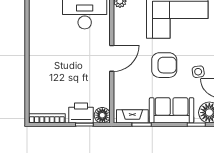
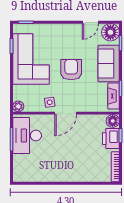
door: (112, 58) -> (66, 113), swing flipped
side table: (198, 72) -> (50, 102), moved

